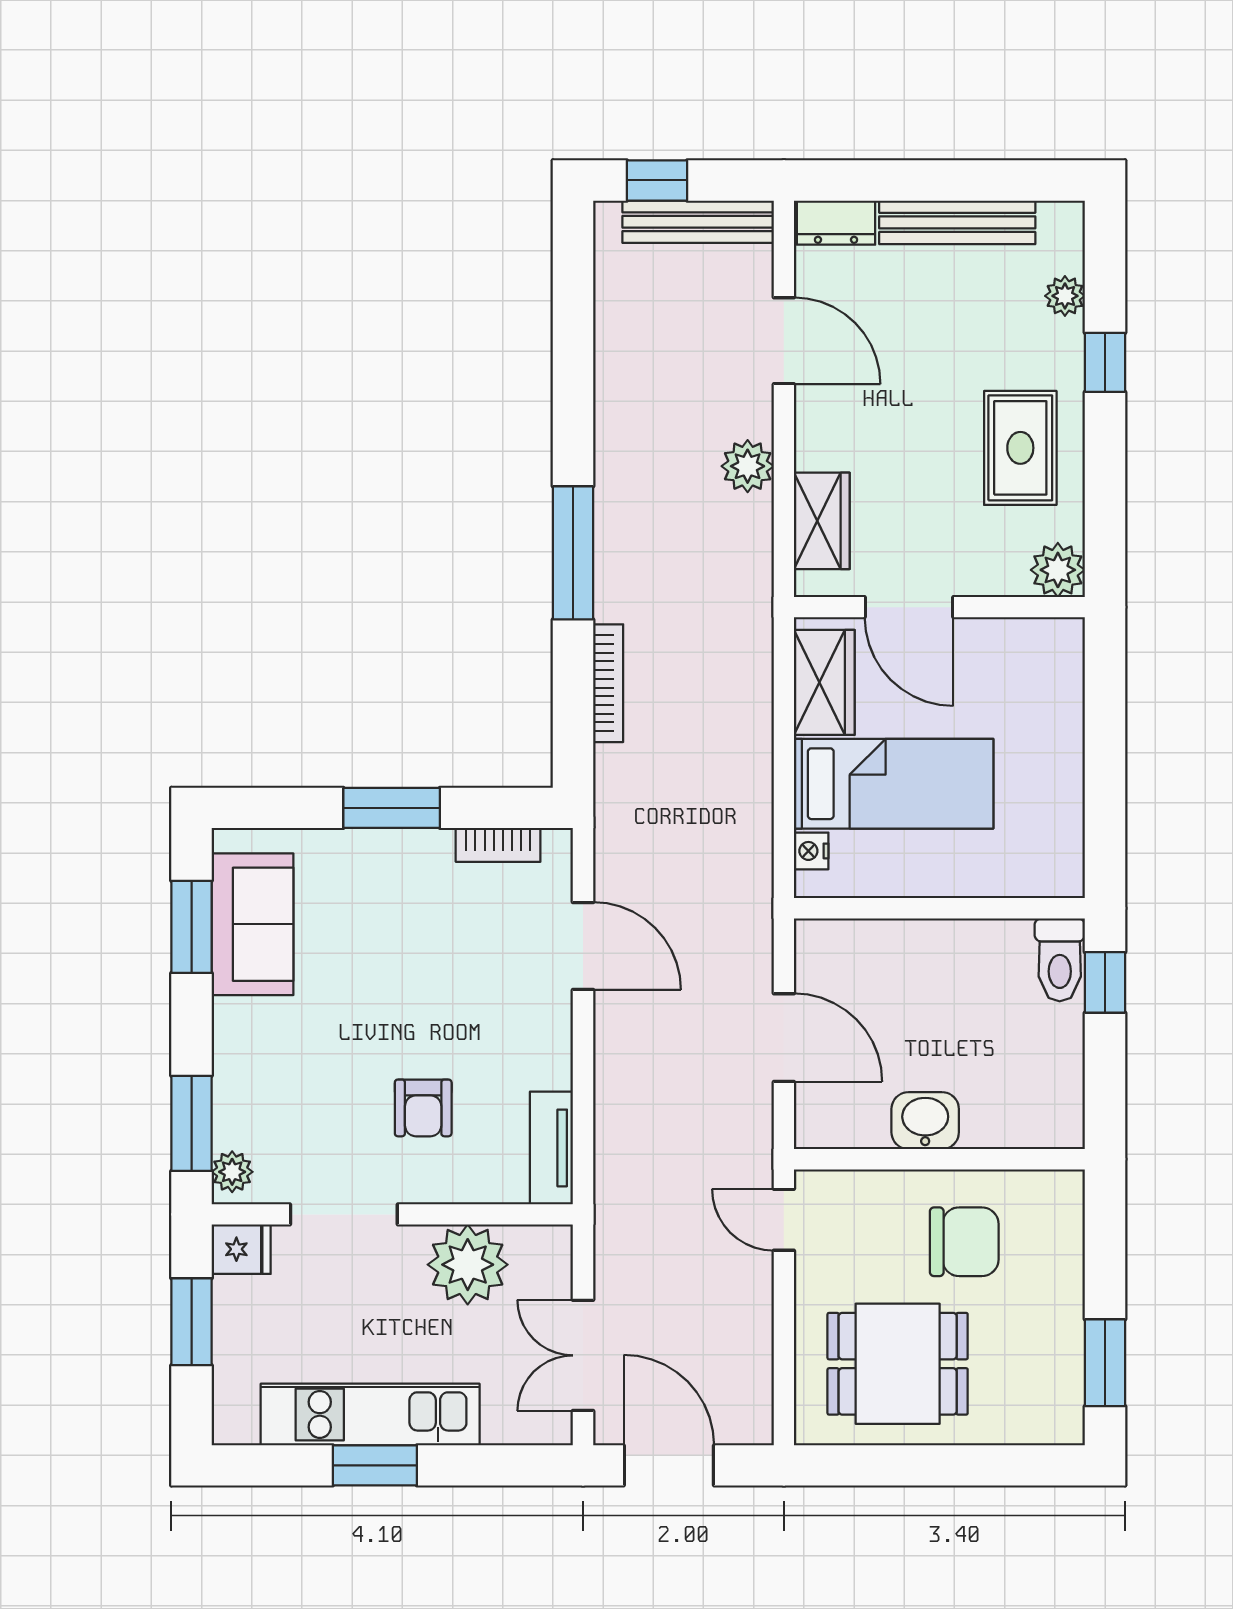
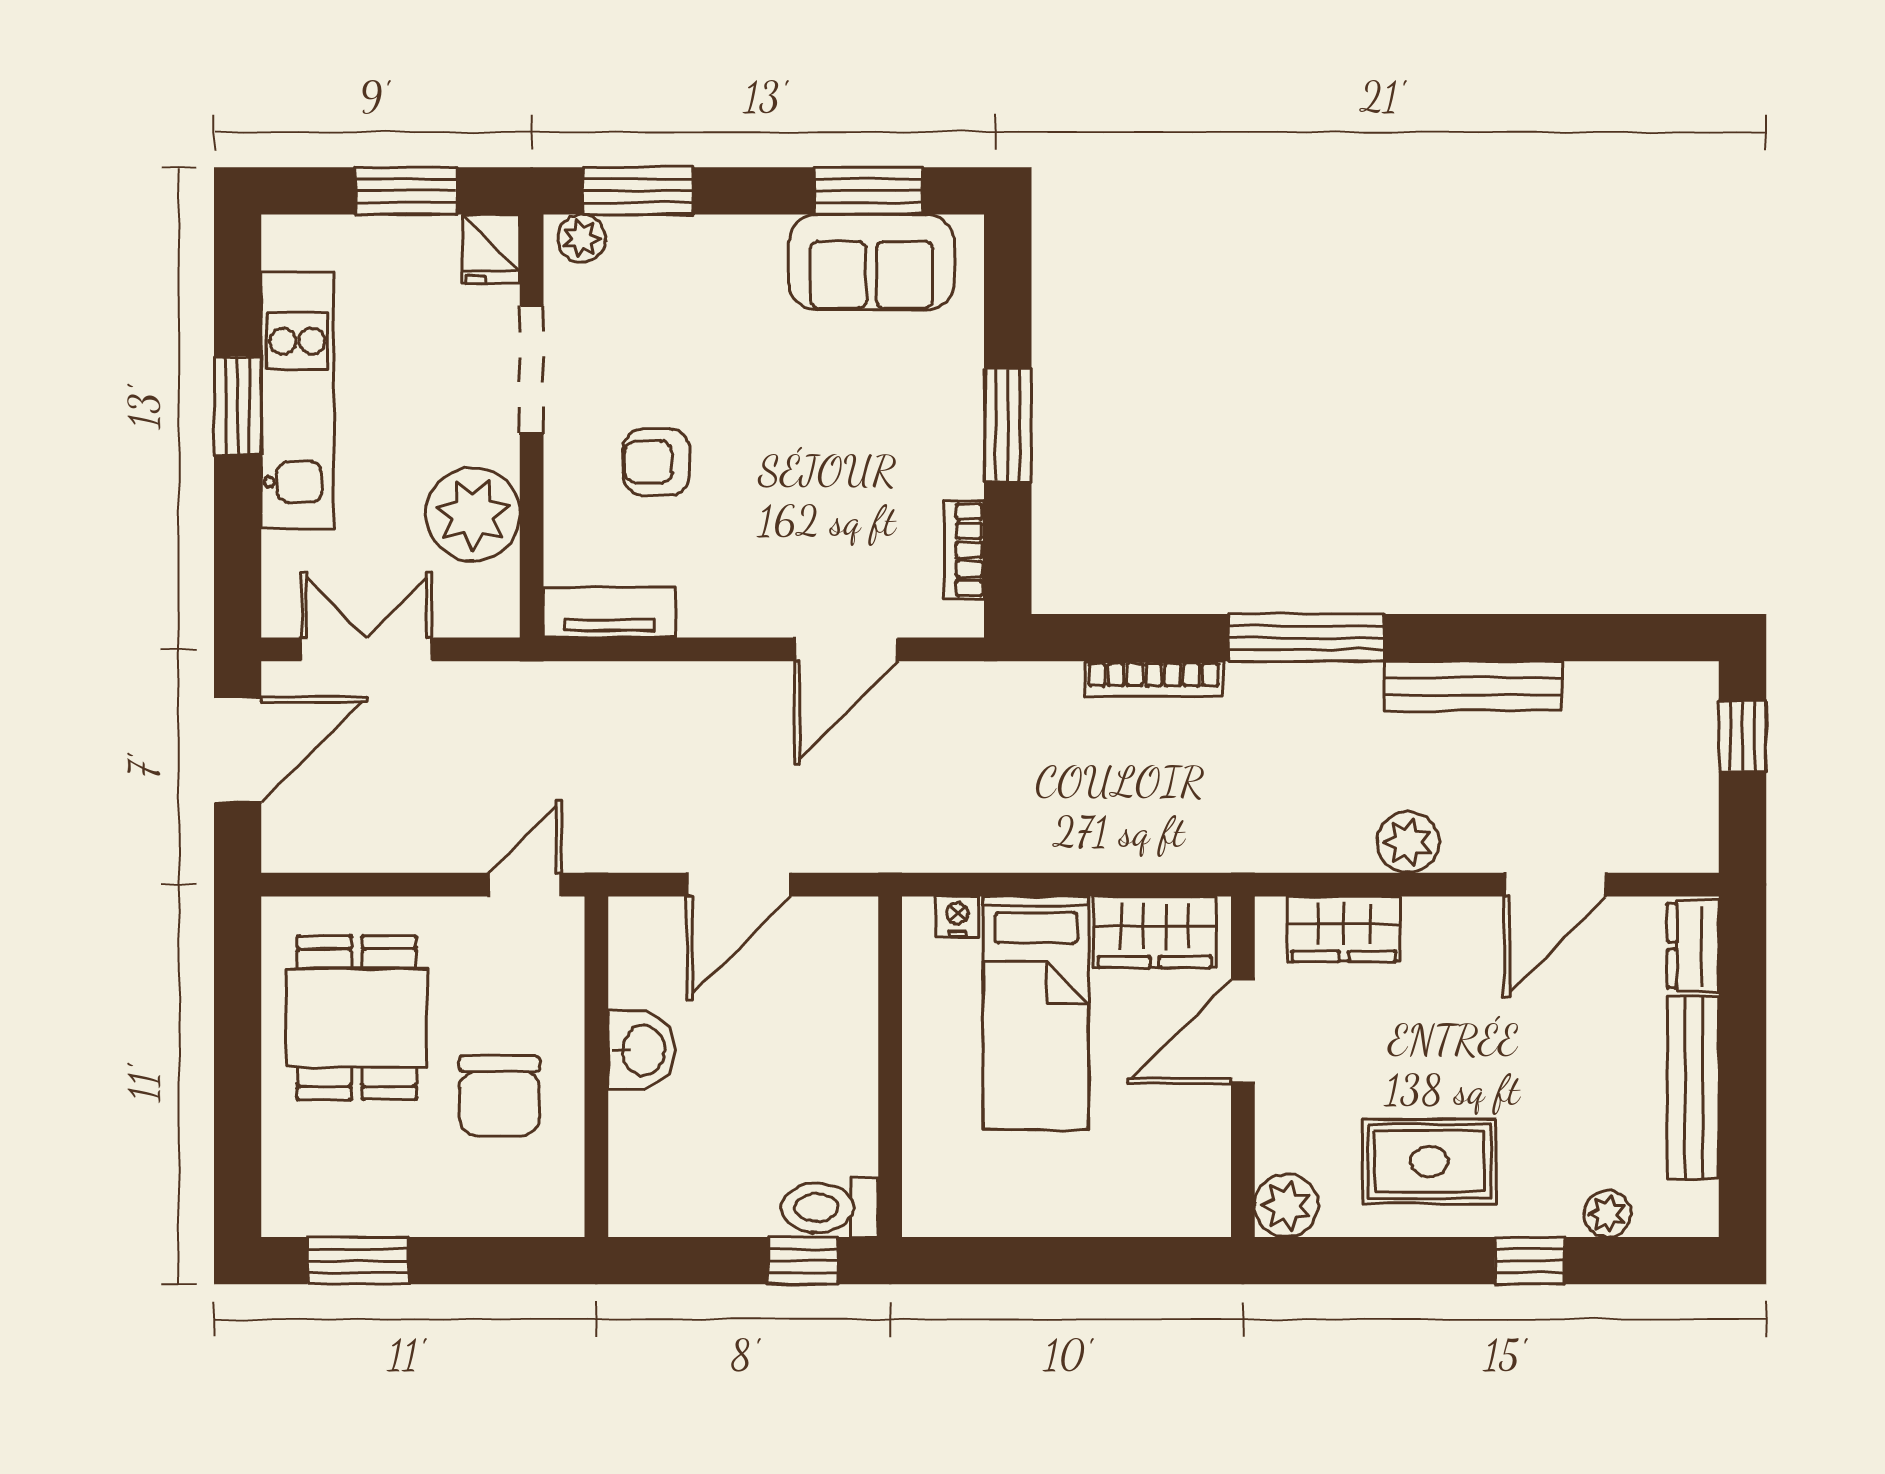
bench: (698, 222) -> (1473, 686), moved, turned 90

